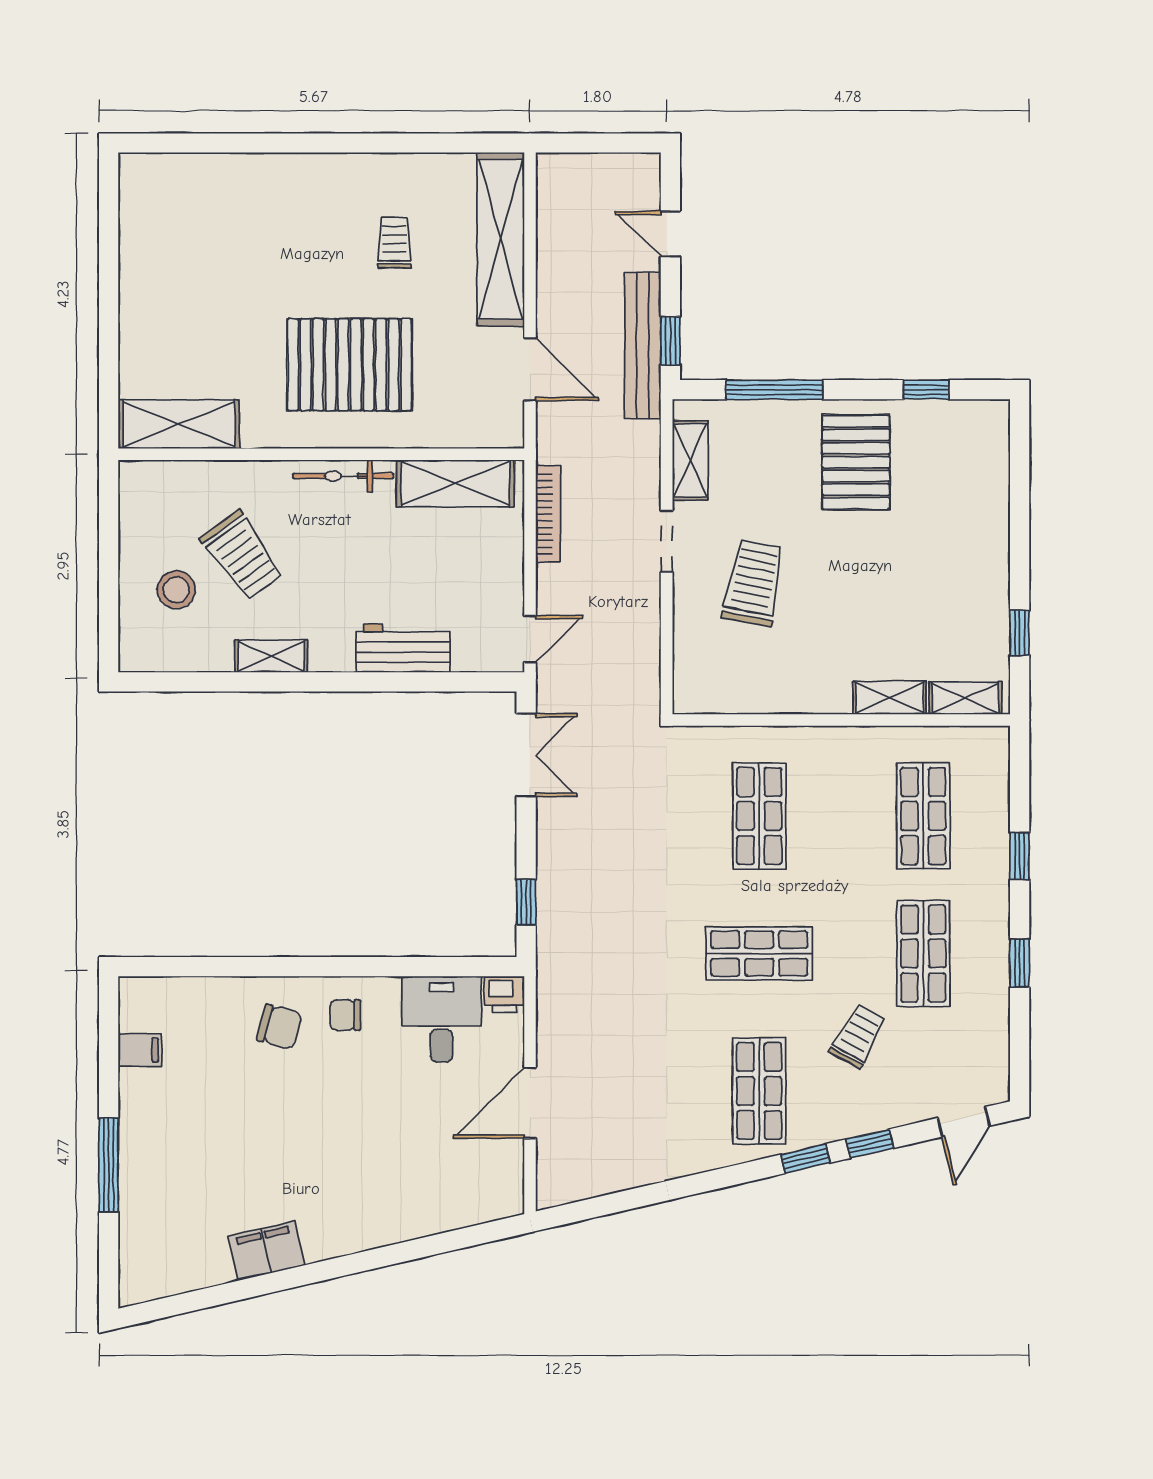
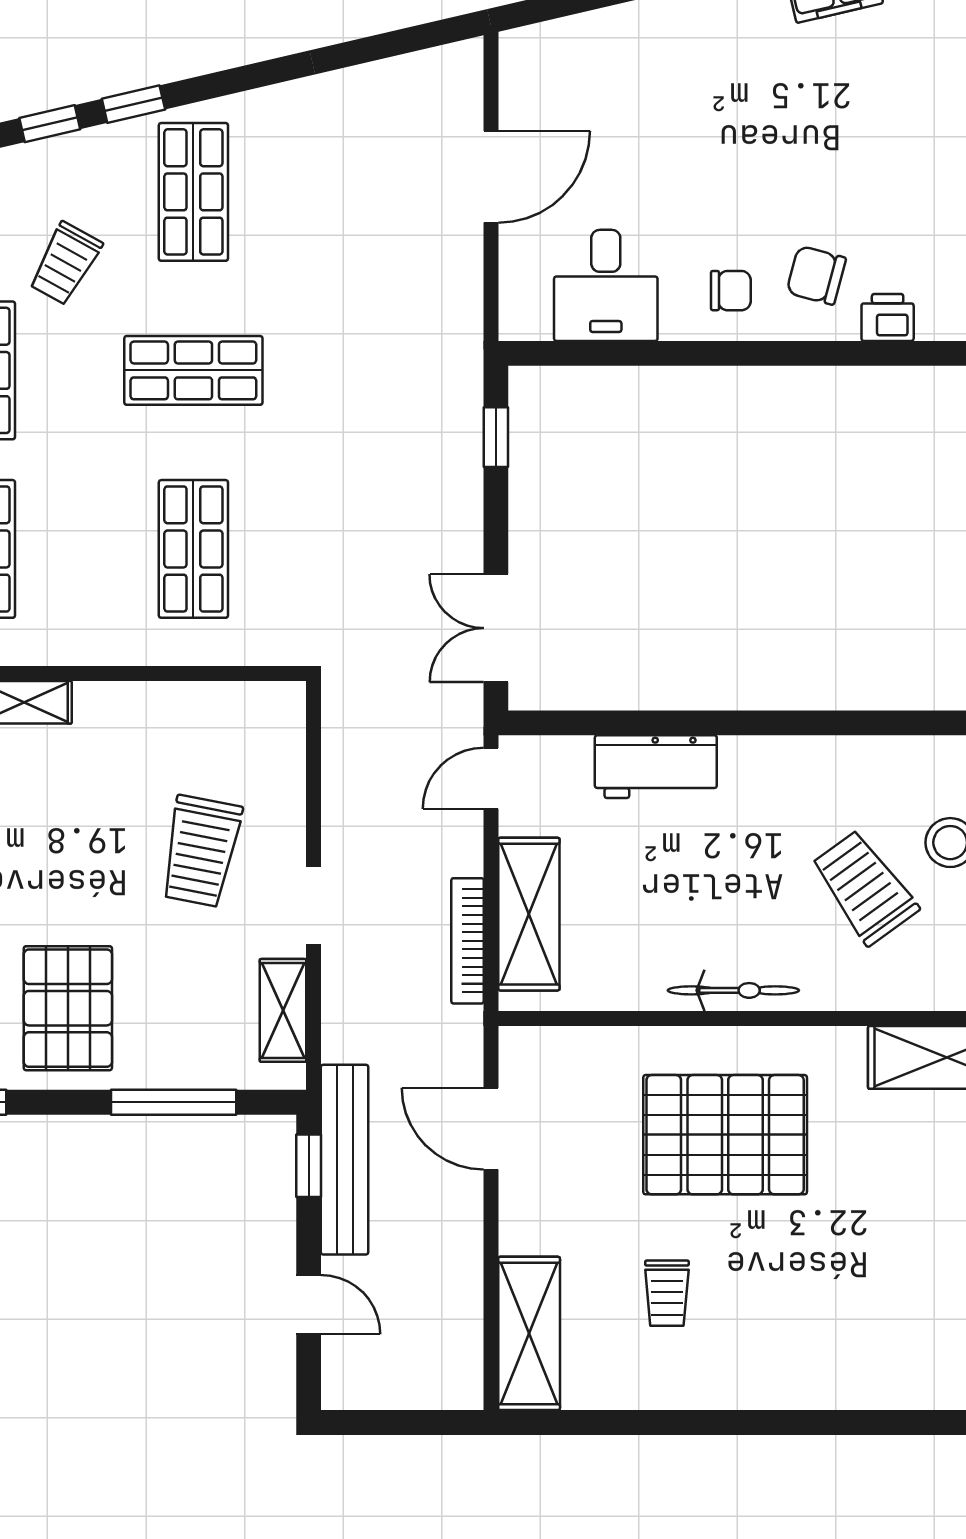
shelving: (501, 239) -> (529, 1333), width x0.68
shelving: (456, 483) -> (529, 914), moved, turned 90
shelving: (271, 656) -> (827, 756), removed
printer: (504, 994) -> (888, 317), moved

